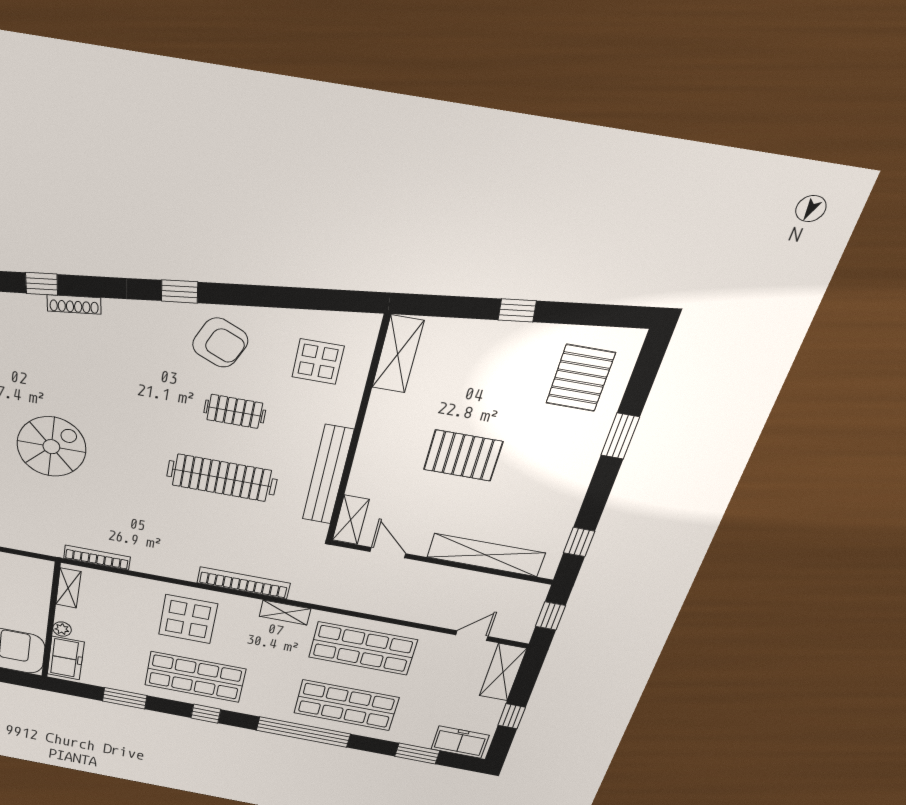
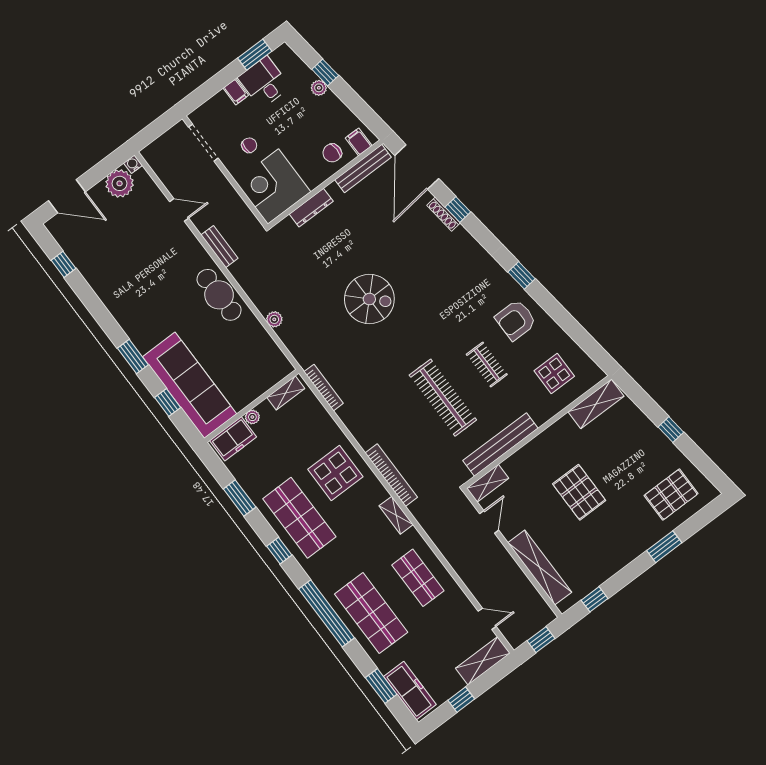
shoe rack: (74, 304) -> (443, 214), moved
armchair: (220, 343) -> (516, 320), turned 66
shop shelf: (363, 648) -> (418, 578), width x0.70, depth x0.74
freezer: (460, 742) -> (410, 691), width x1.40

